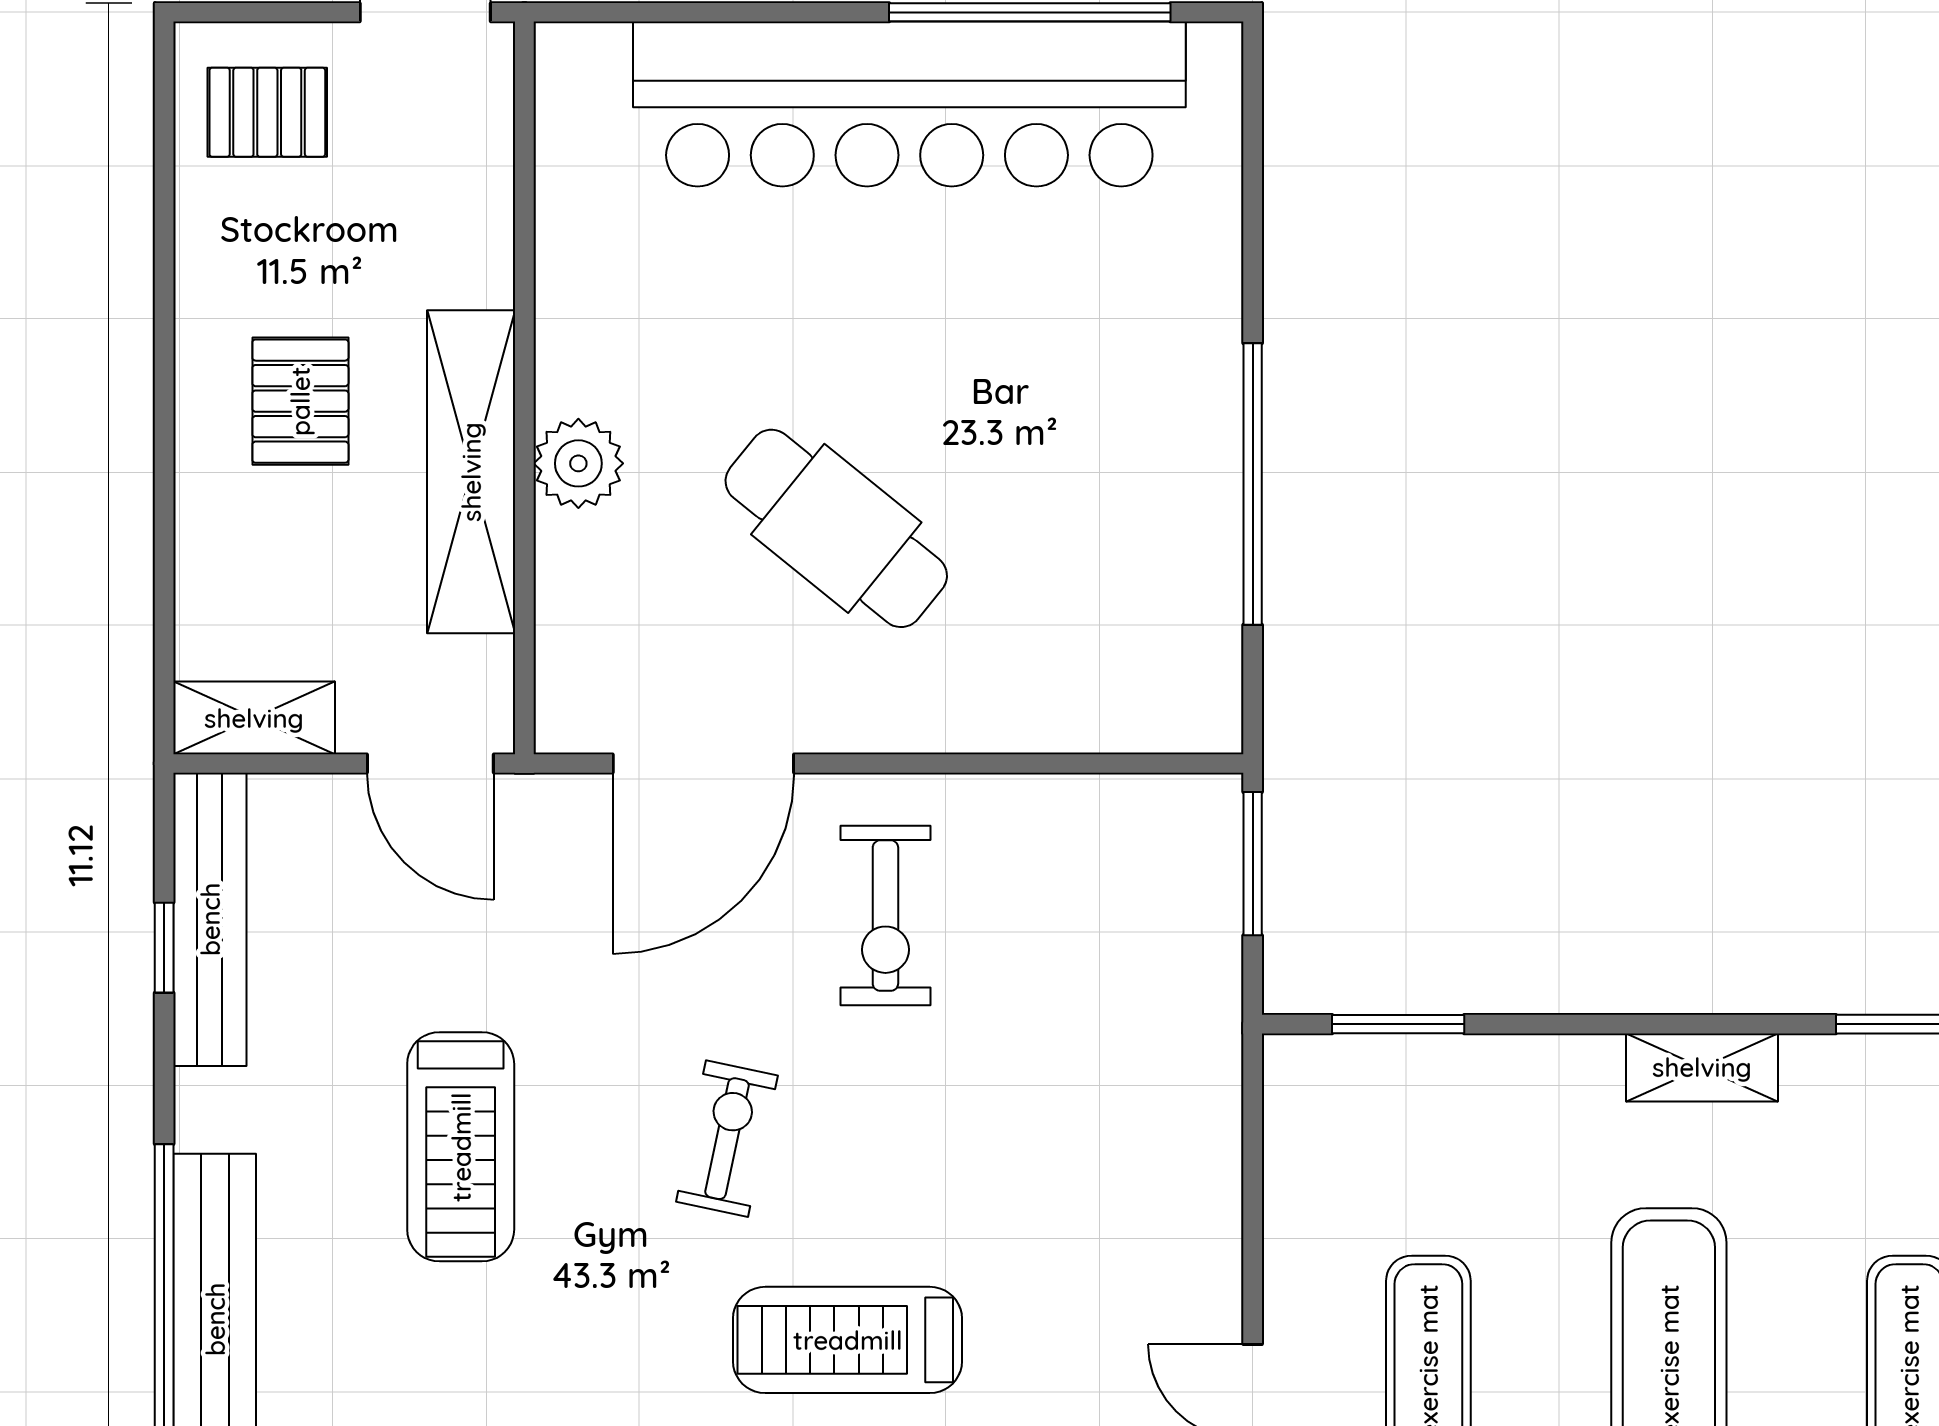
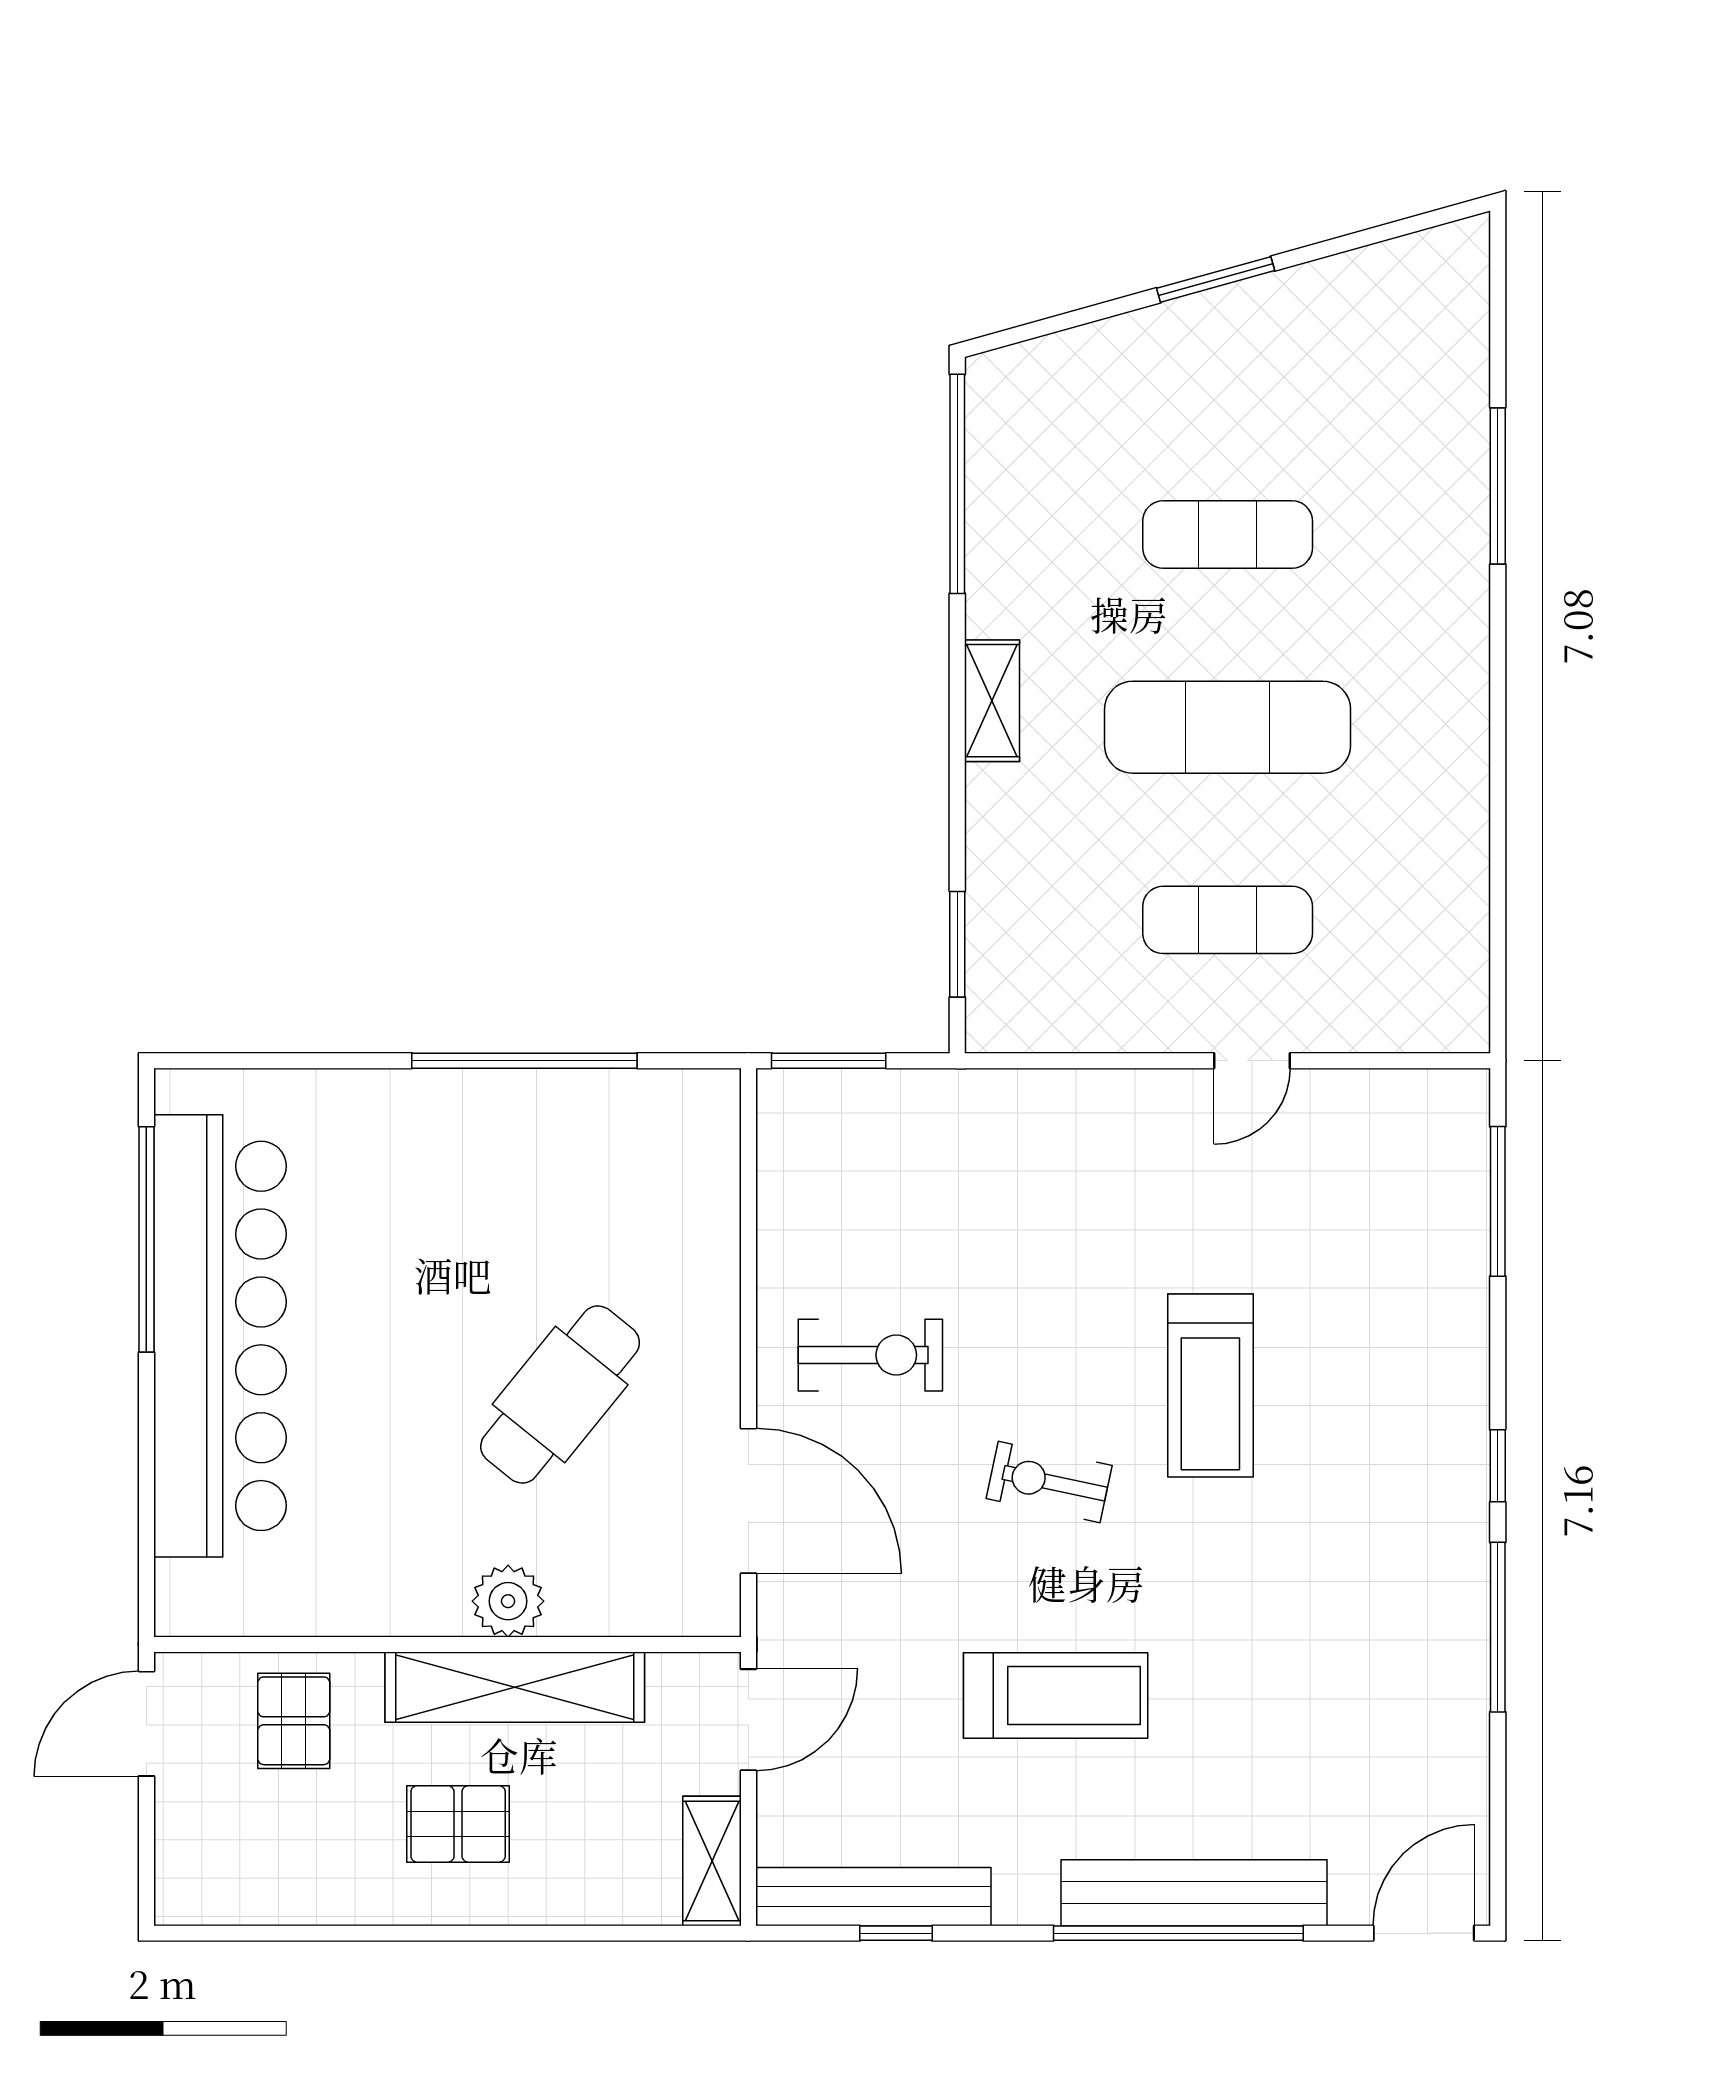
pallet: (267, 112) -> (294, 1721), moved

